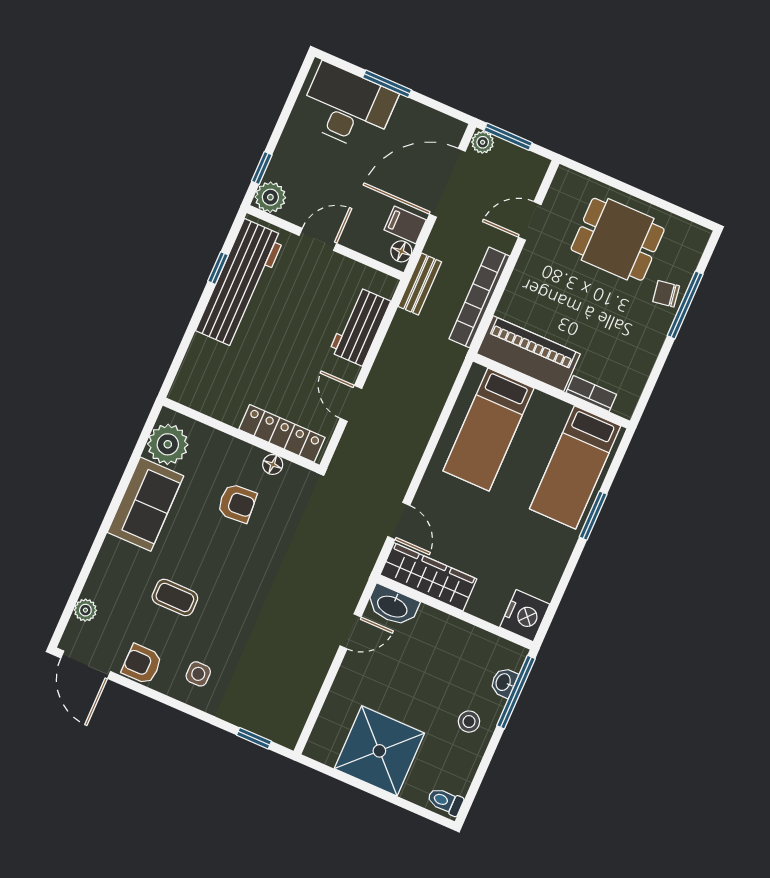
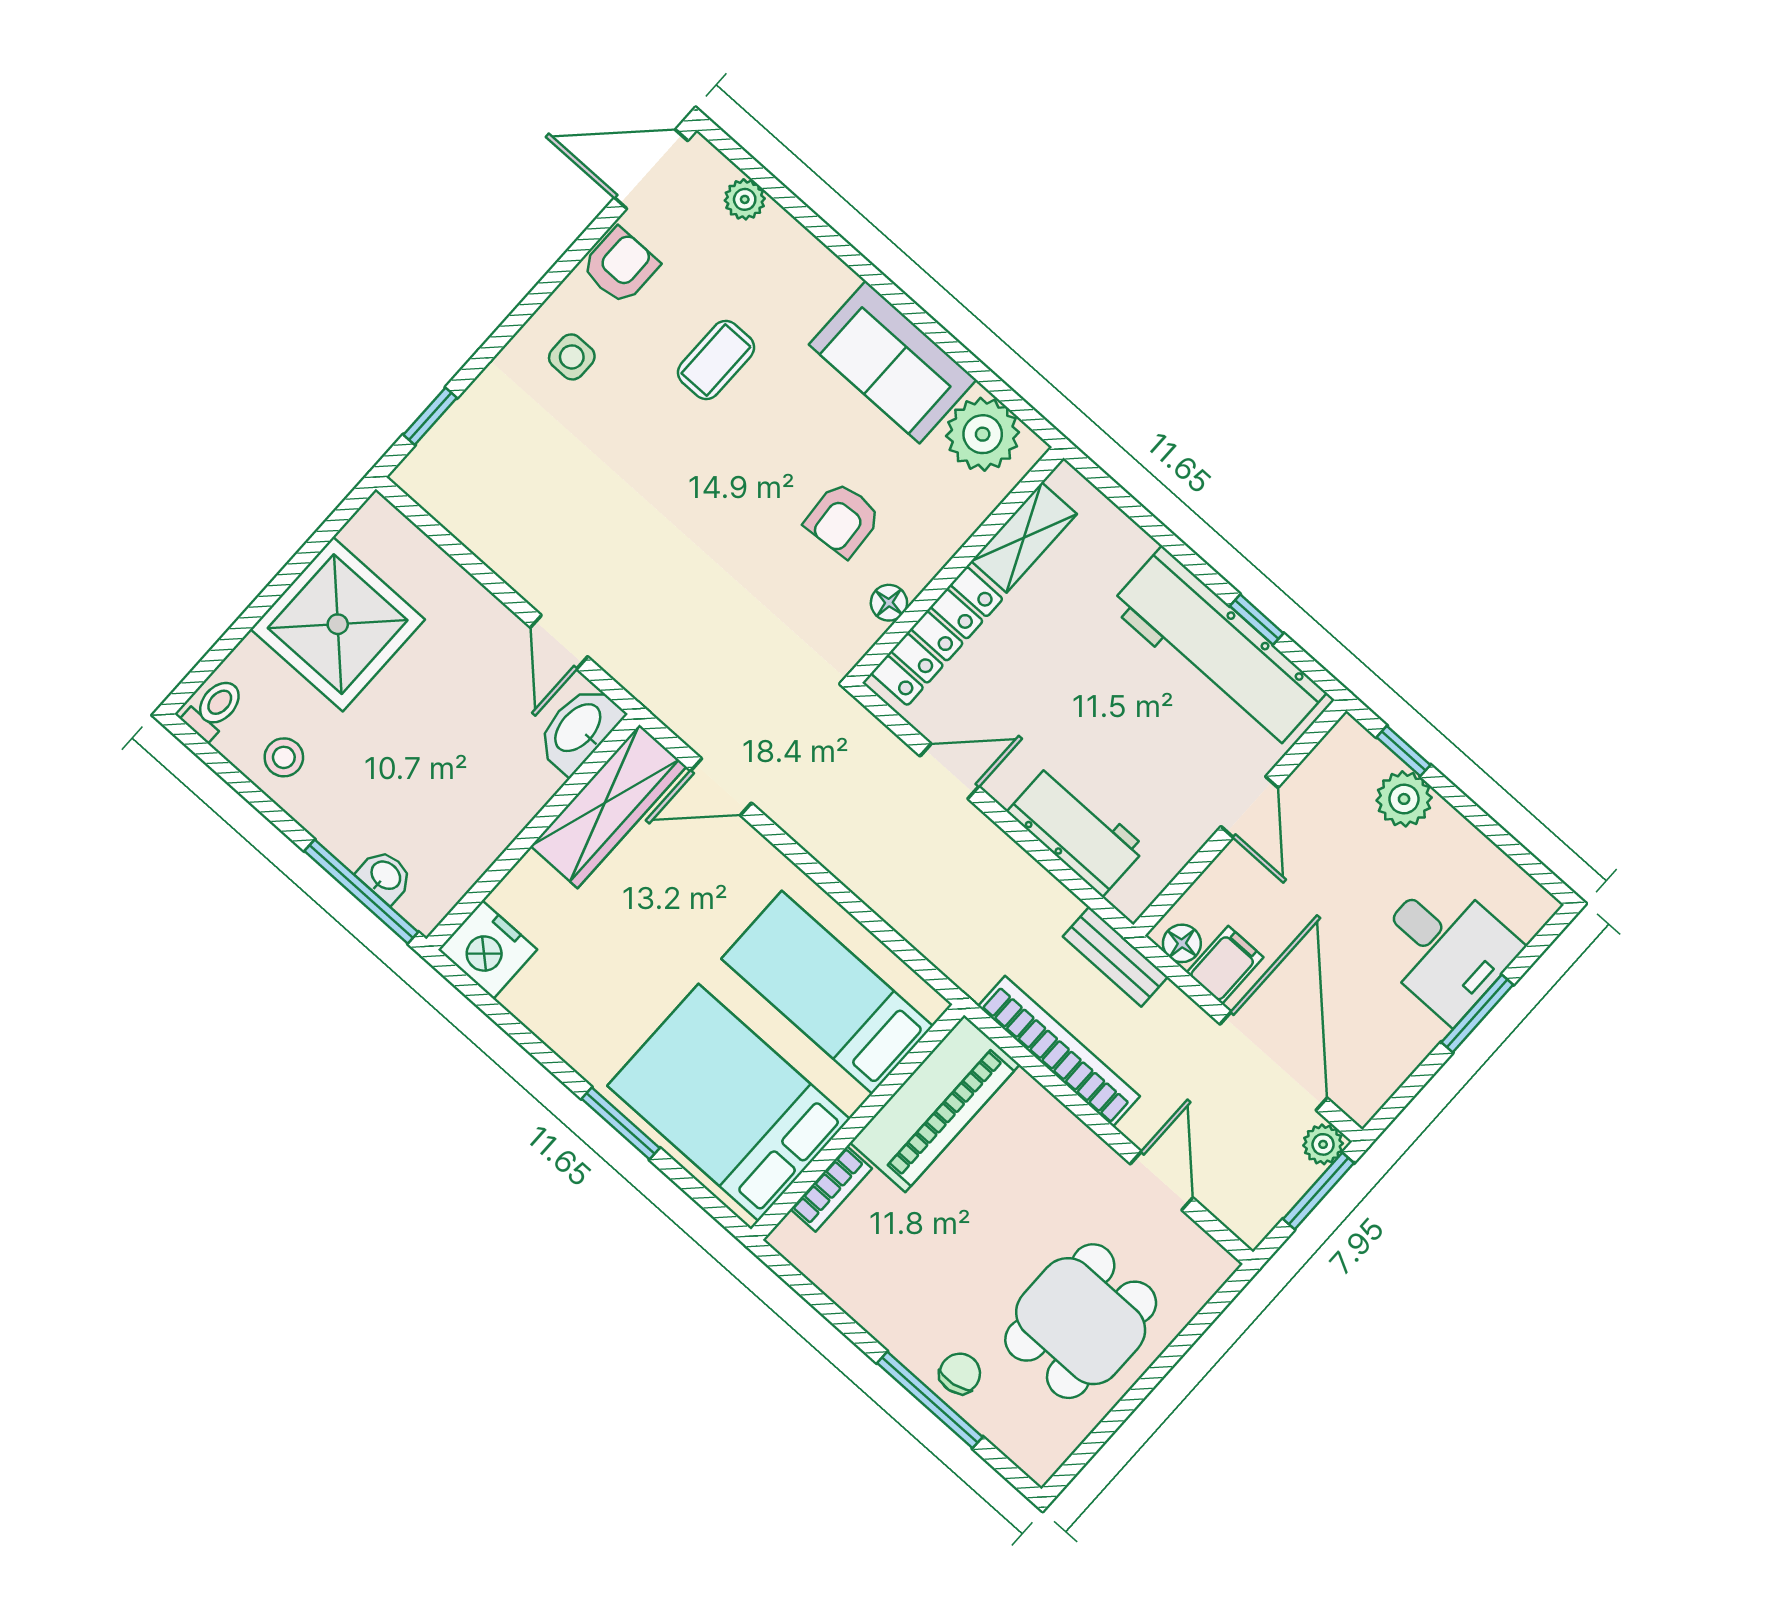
desk: (347, 107) -> (1445, 948), width x0.73
plant: (270, 197) -> (1404, 799), moved
shelving: (215, 405) -> (1024, 537), added
bed: (575, 467) -> (729, 1102), width x1.50
stool: (469, 722) -> (284, 757), moved

